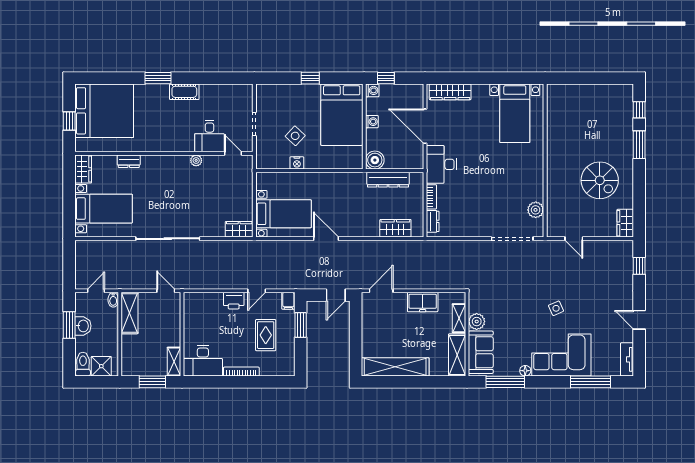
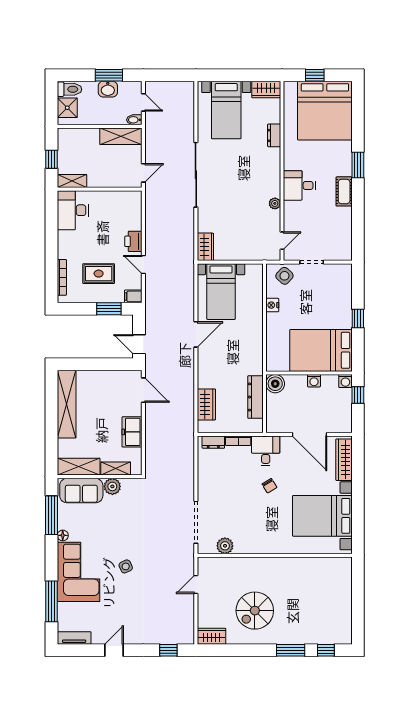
bed with nightstands: (515, 113) -> (322, 516), width x1.36
door: (425, 126) -> (309, 434), swing flipped
desk: (209, 136) -> (299, 185), moved
side table: (295, 136) -> (284, 276), moved
desk: (441, 164) -> (266, 451), width x0.73
chair: (476, 166) -> (269, 486), added
bookcase: (241, 372) -> (62, 277), moved
window: (152, 382) -> (51, 159), width x0.67

